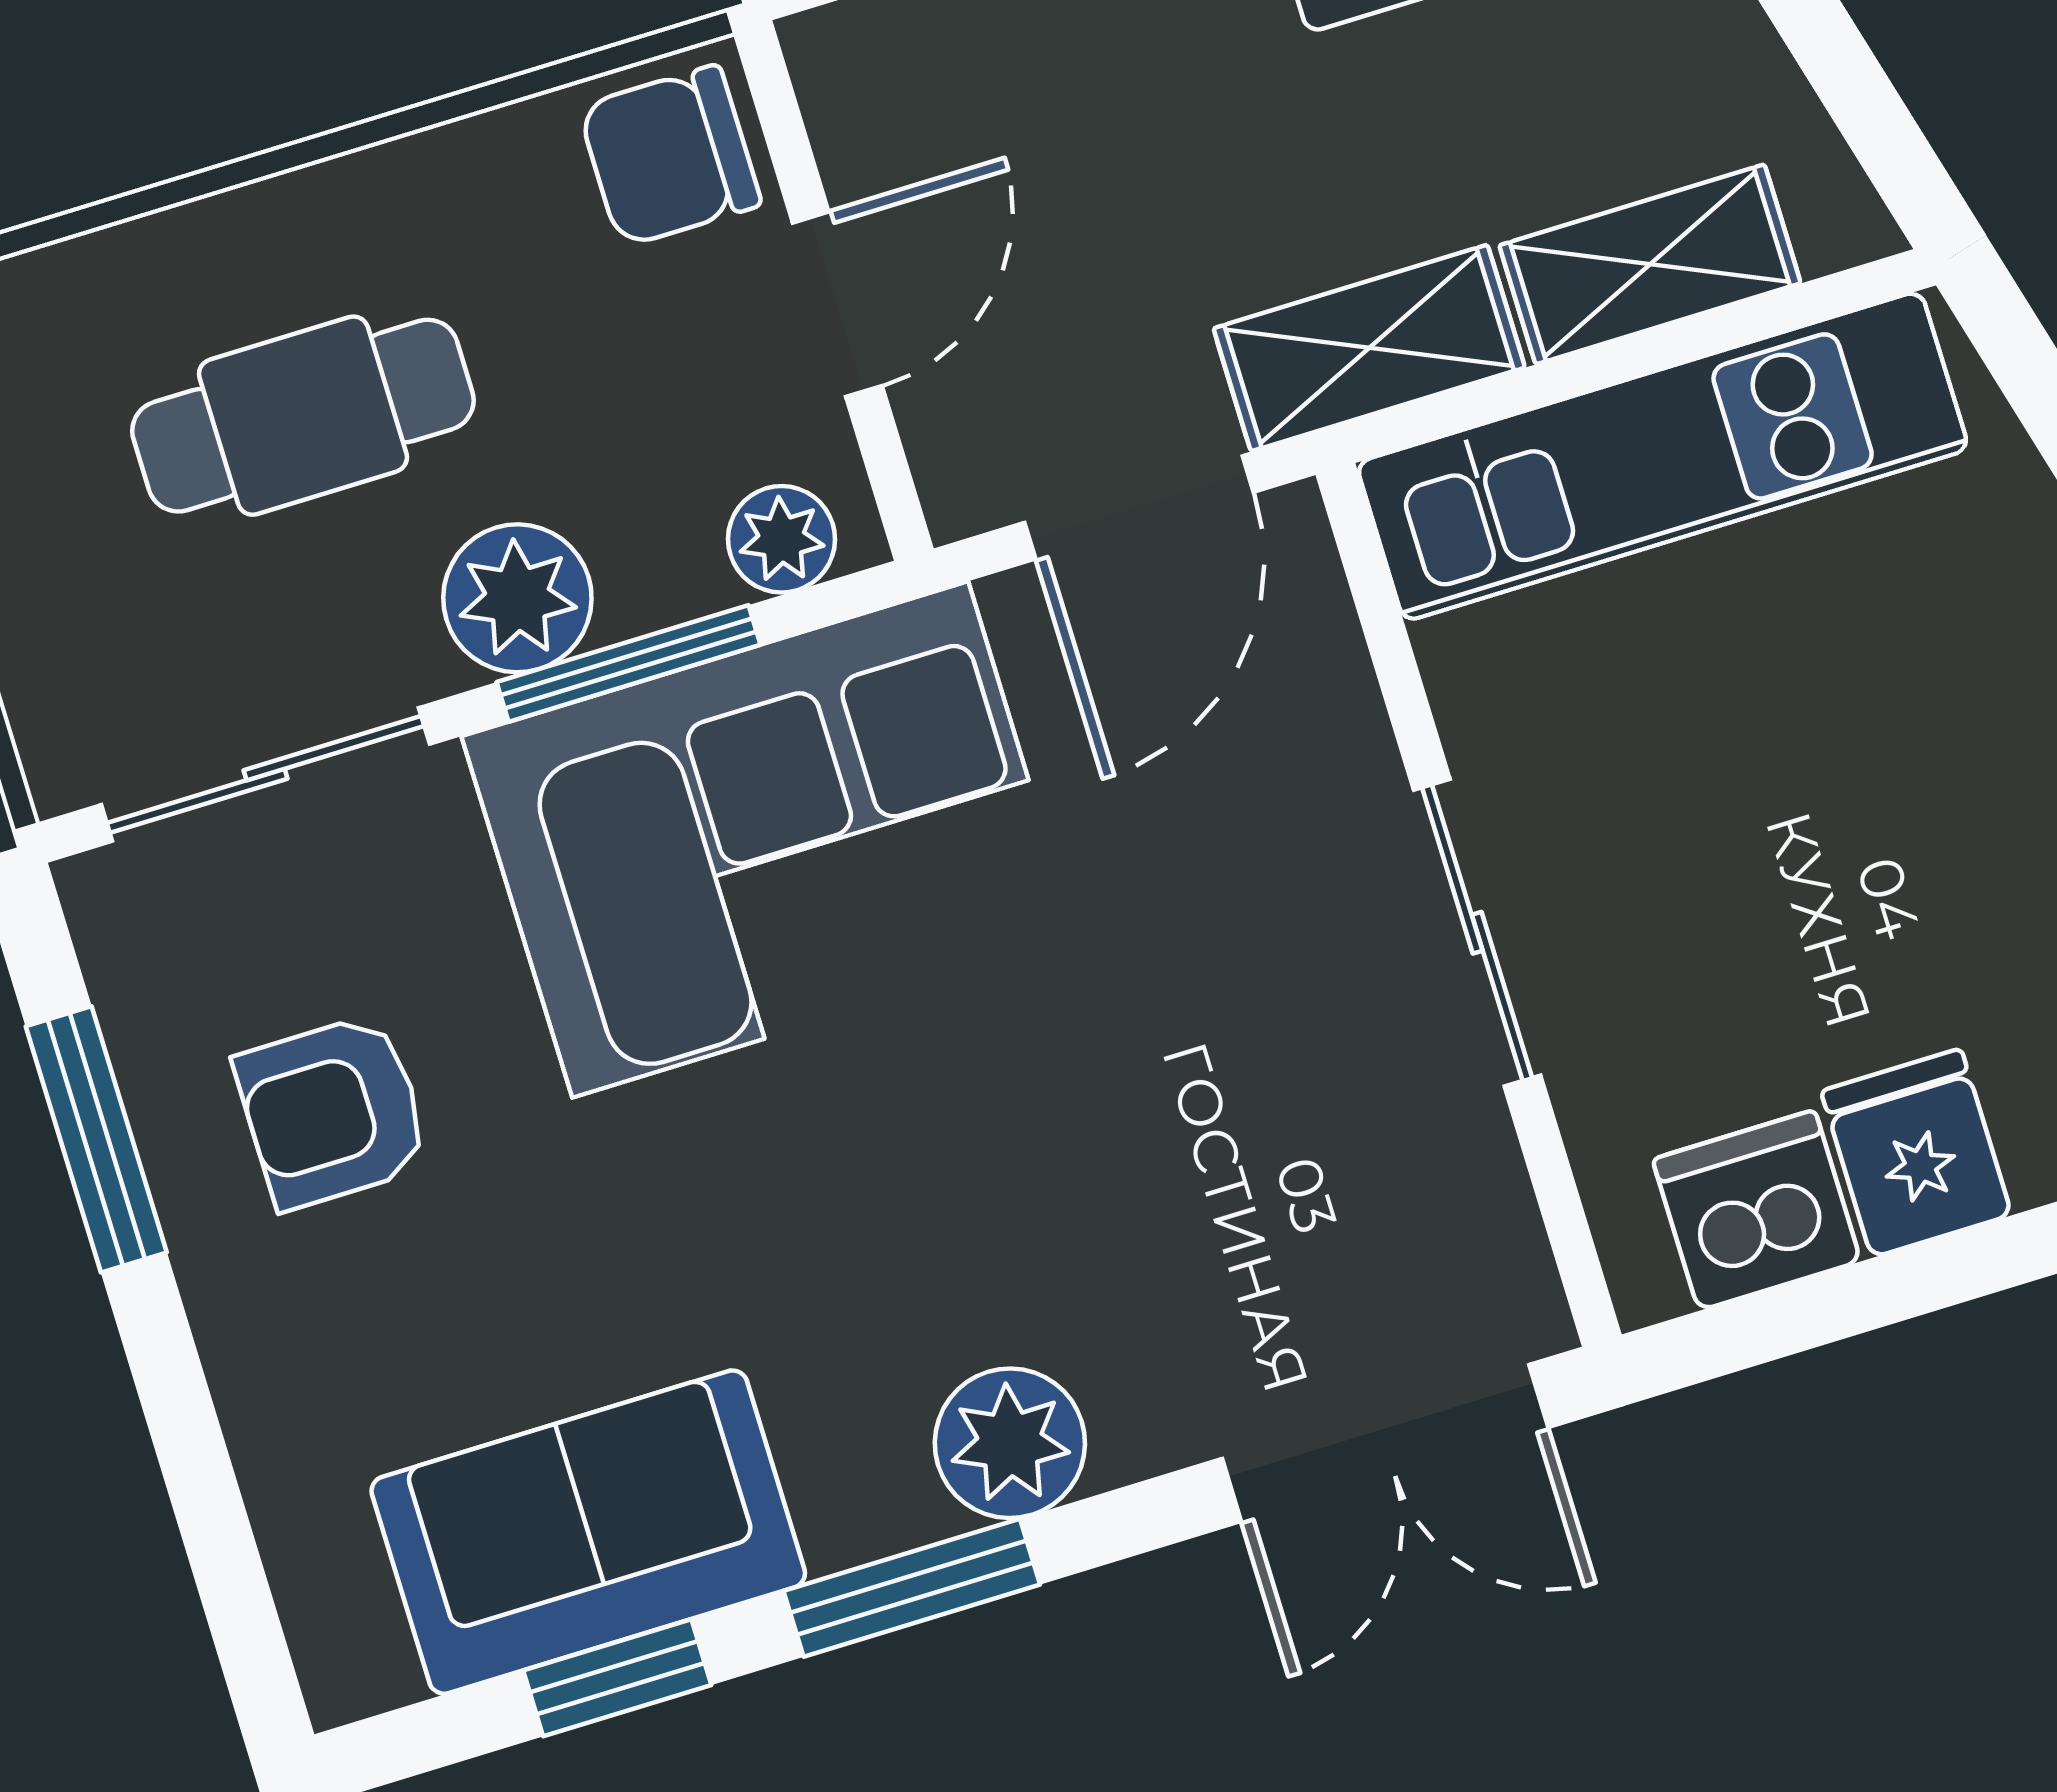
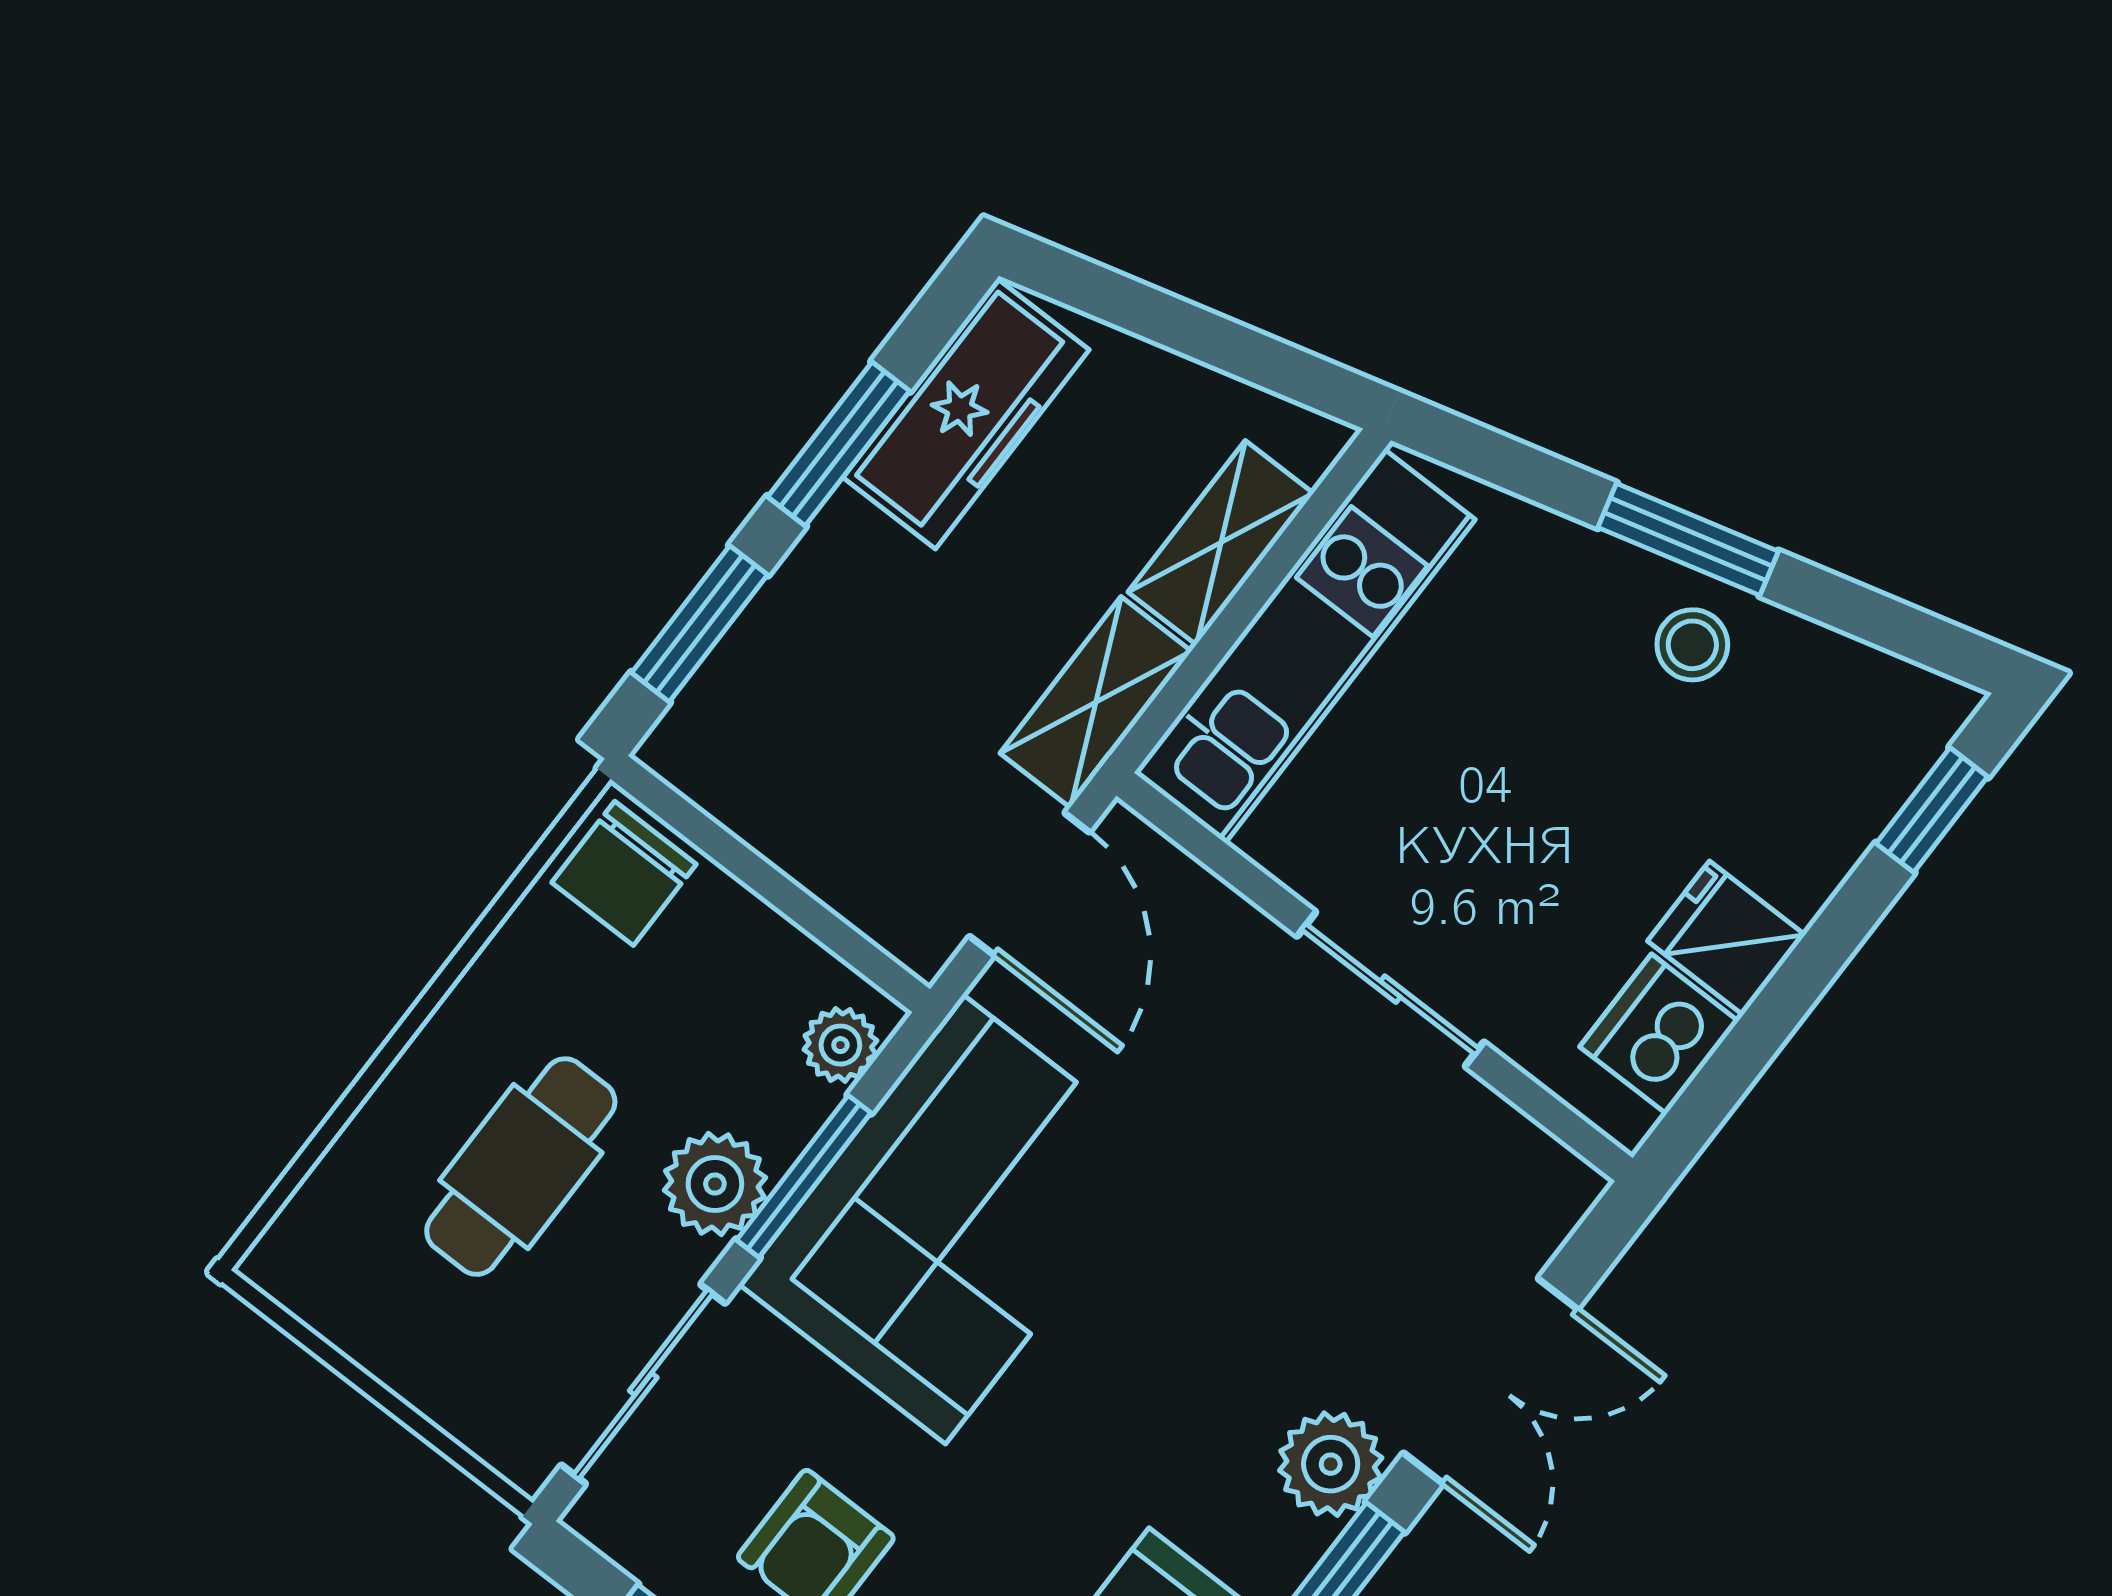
door: (837, 304) -> (778, 890), removed
double door: (1385, 1443) -> (1491, 1381), moved

